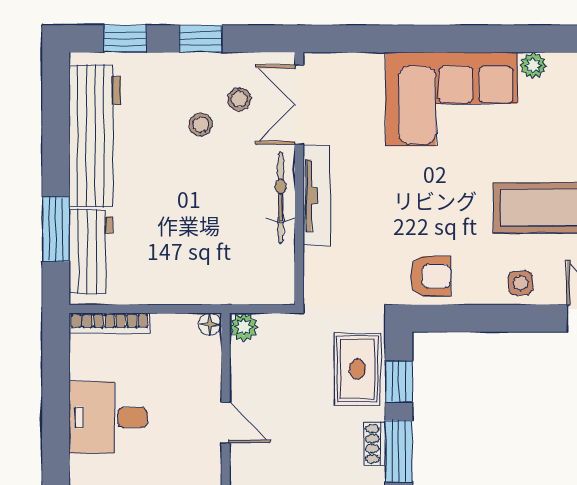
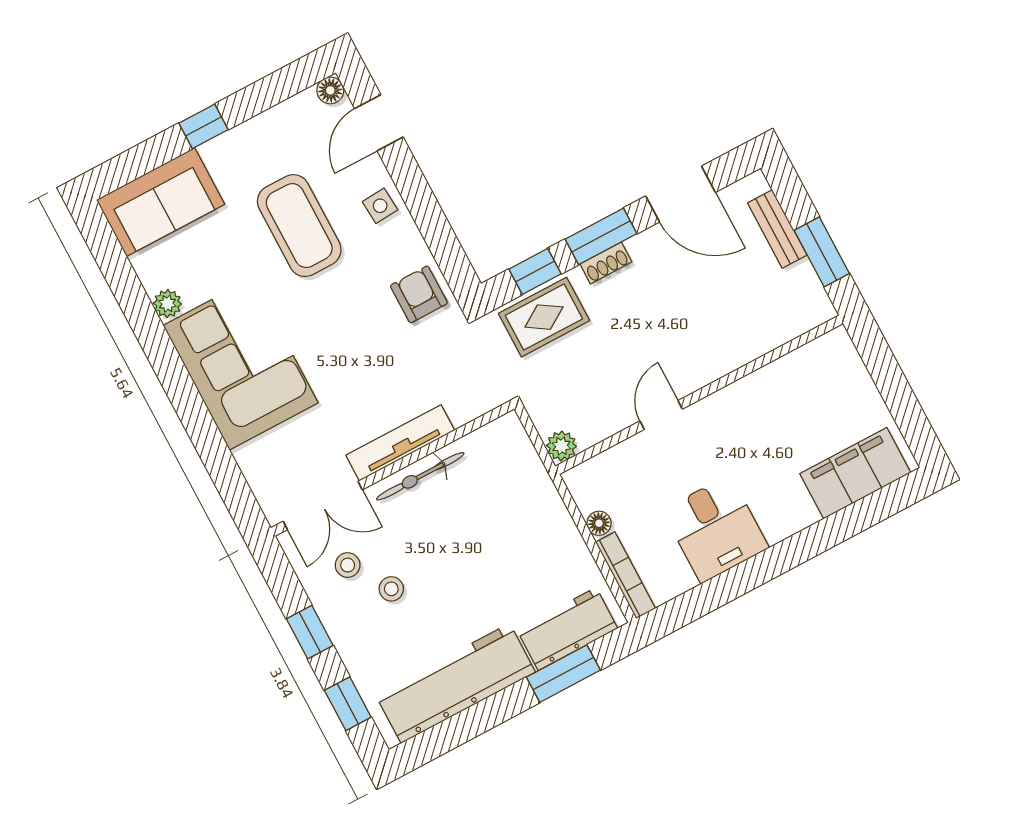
floor lamp: (210, 324) -> (599, 523), moved

